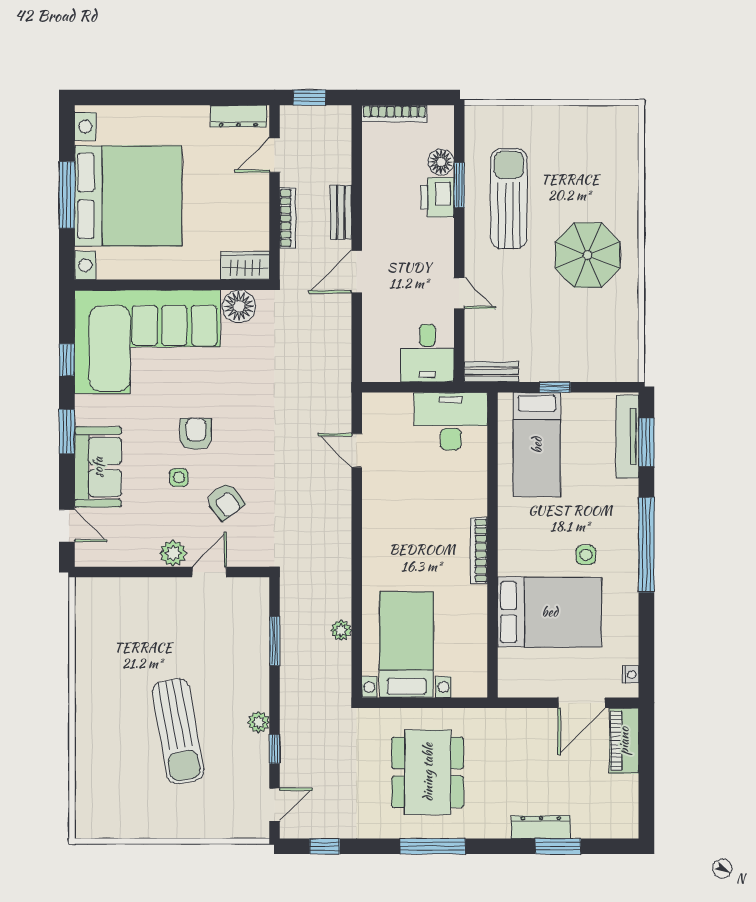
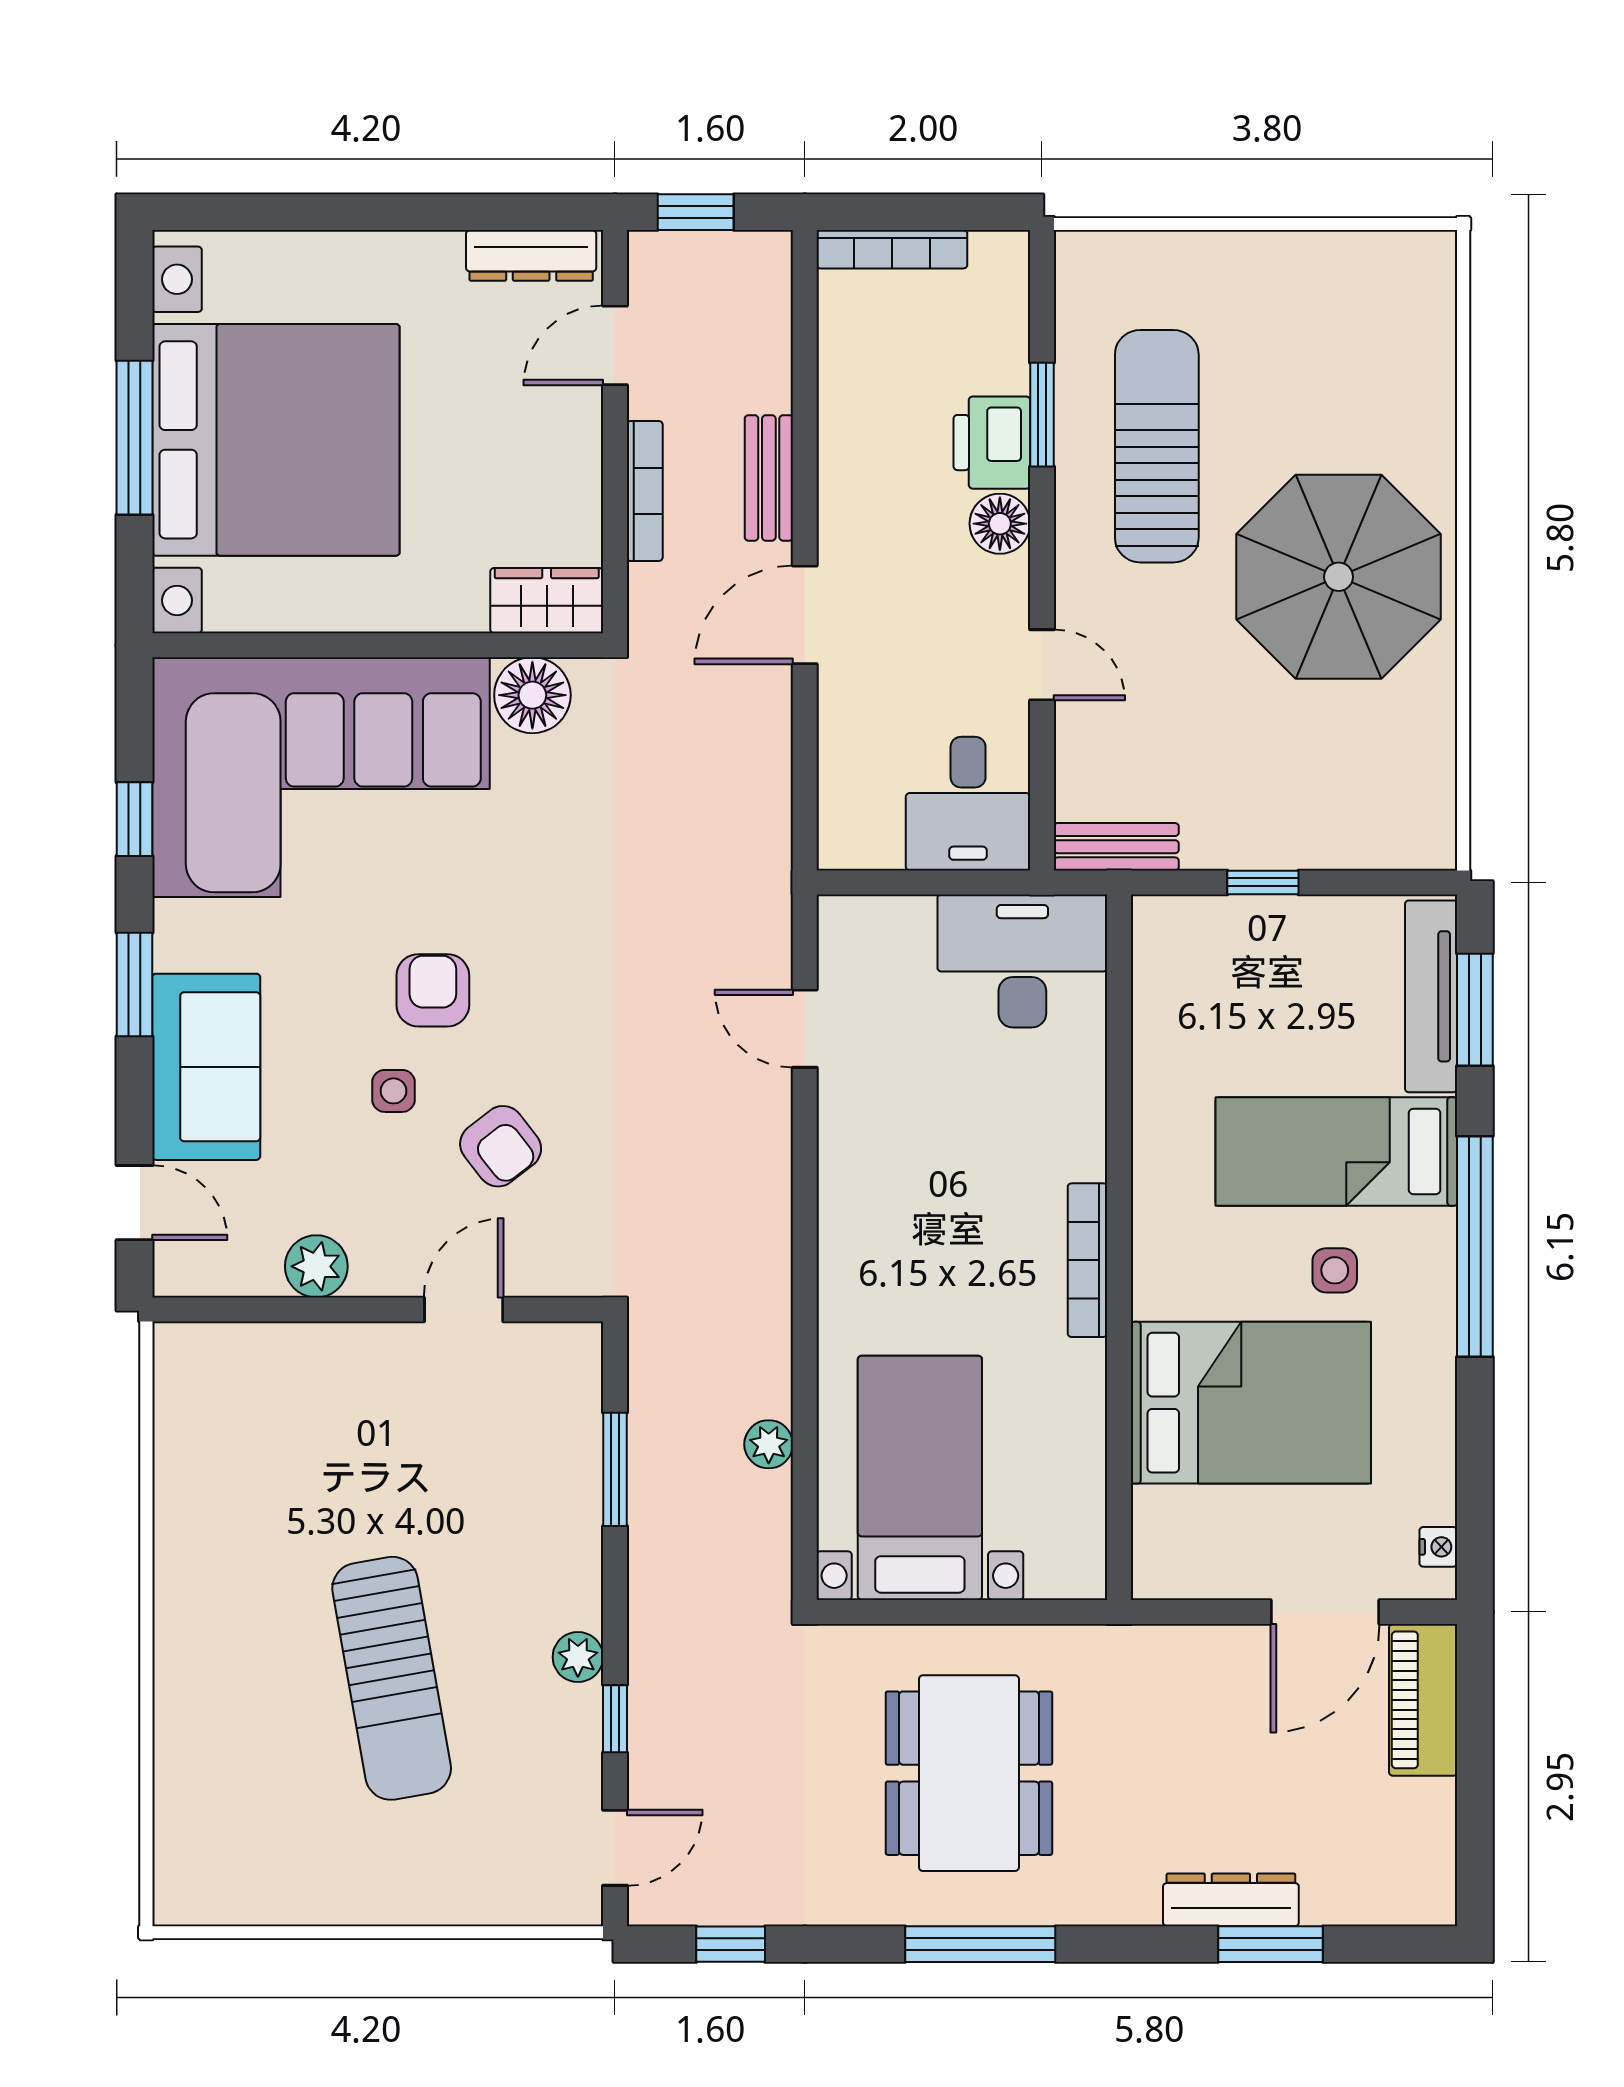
floor lamp: (441, 162) -> (1000, 524), moved
parasol: (587, 255) -> (1339, 577), width x1.36, depth x1.36
bed: (537, 445) -> (1336, 1151), moved, turned 90
plant: (173, 553) -> (316, 1266), moved

